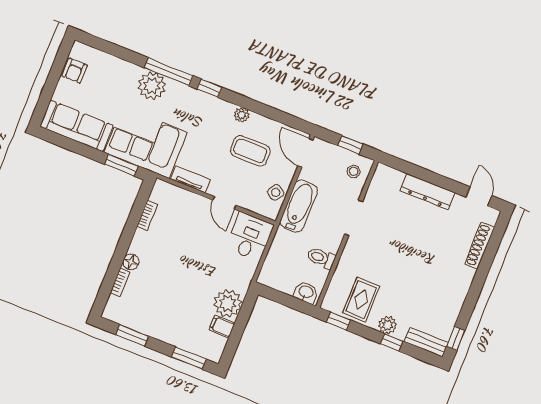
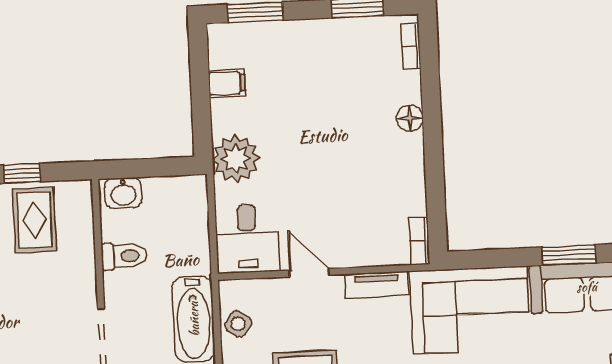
window: (121, 165) -> (569, 255), moved
bookcase: (147, 216) -> (419, 241), moved
bookcase: (120, 282) -> (411, 46), moved
plant: (228, 303) -> (236, 159), moved
window: (338, 321) -> (22, 173), moved

